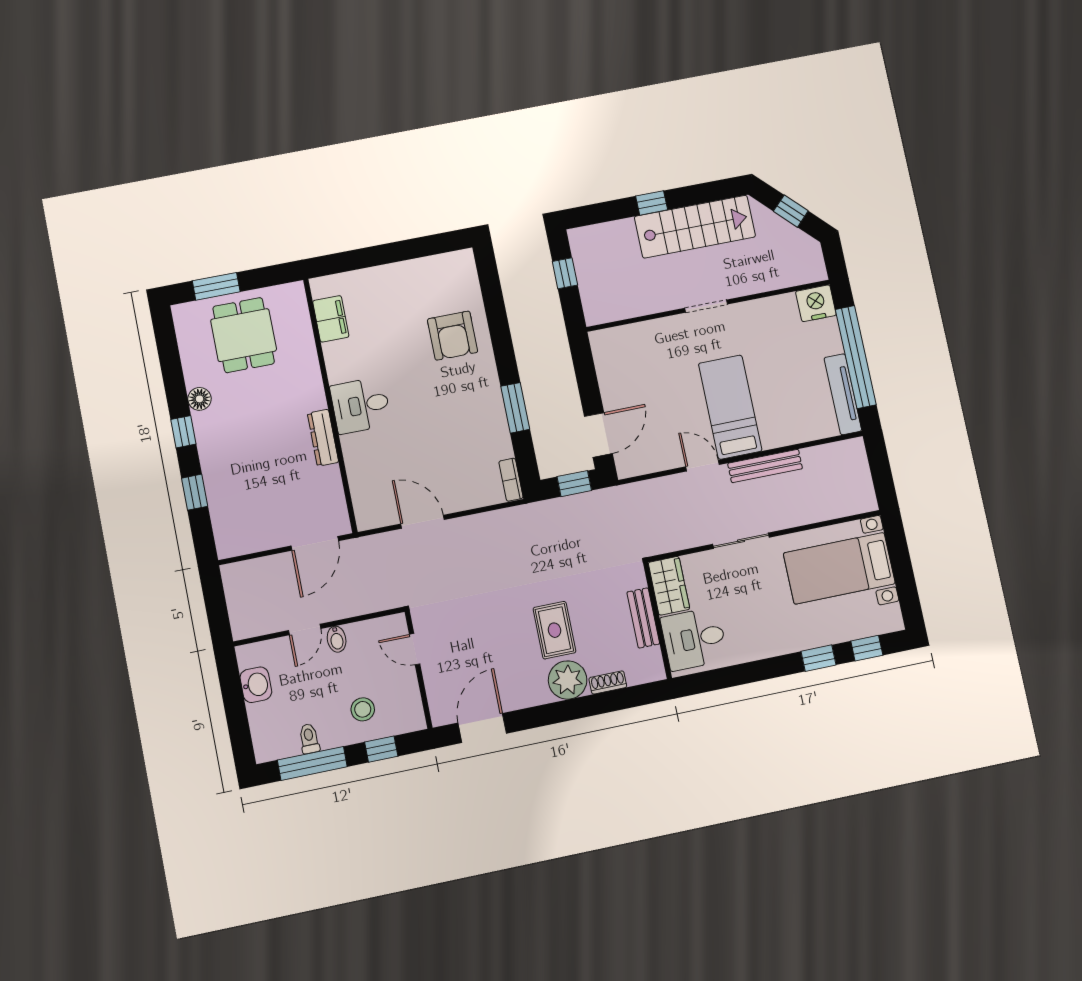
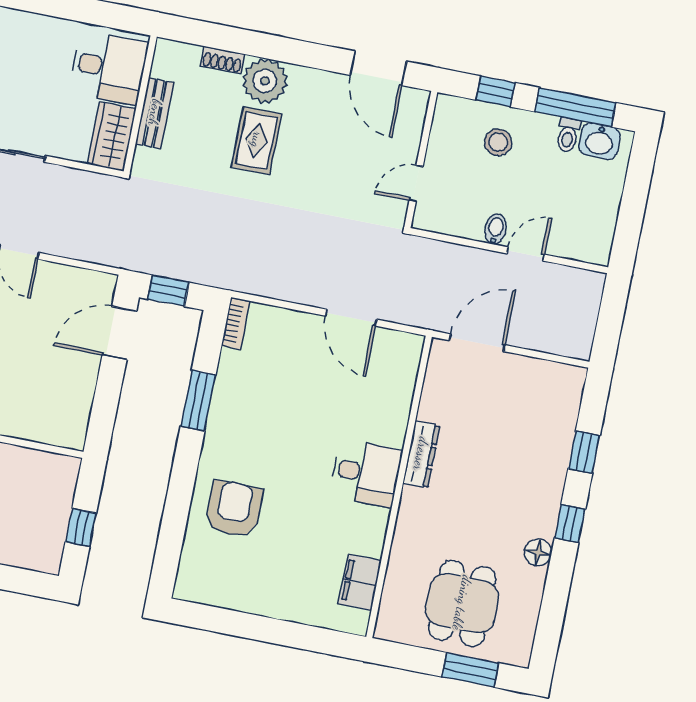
door: (415, 649) -> (416, 183), swing flipped
washbasin: (256, 685) -> (600, 141), moved, turned -90
door: (482, 728) -> (378, 68), hinge flipped

